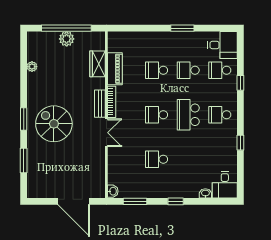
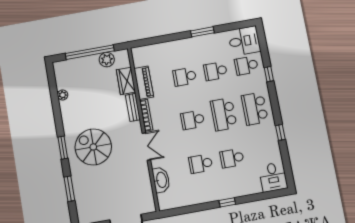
plant: (67, 39) -> (107, 60), moved
bench: (100, 104) -> (133, 107), moved
school desk: (220, 115) -> (255, 109), width x1.85
school desk: (188, 159) -> (232, 158), added
washbasin: (113, 191) -> (161, 180), moved, width x1.91, depth x1.45
washbasin: (205, 193) -> (256, 189), removed
window: (135, 201) -> (187, 210), removed

